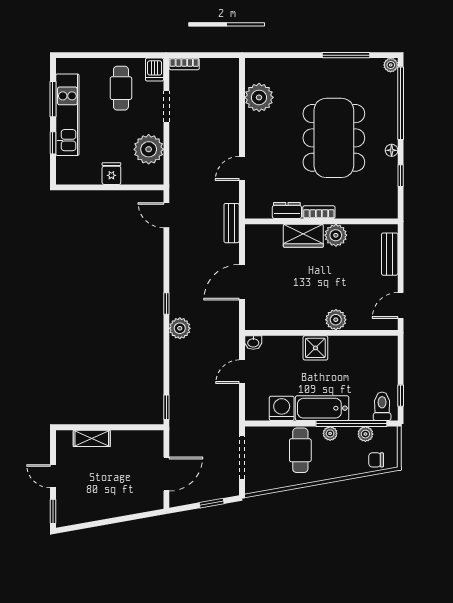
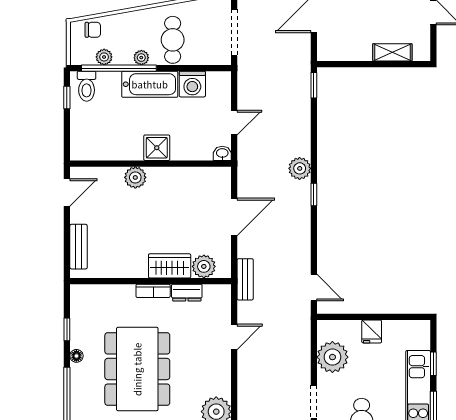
plant: (336, 235) -> (204, 266), moved

